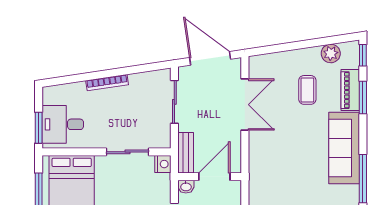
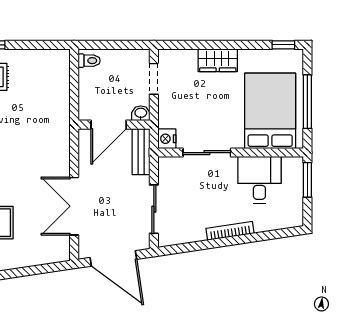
desk: (63, 124) -> (259, 180), moved, turned -90

